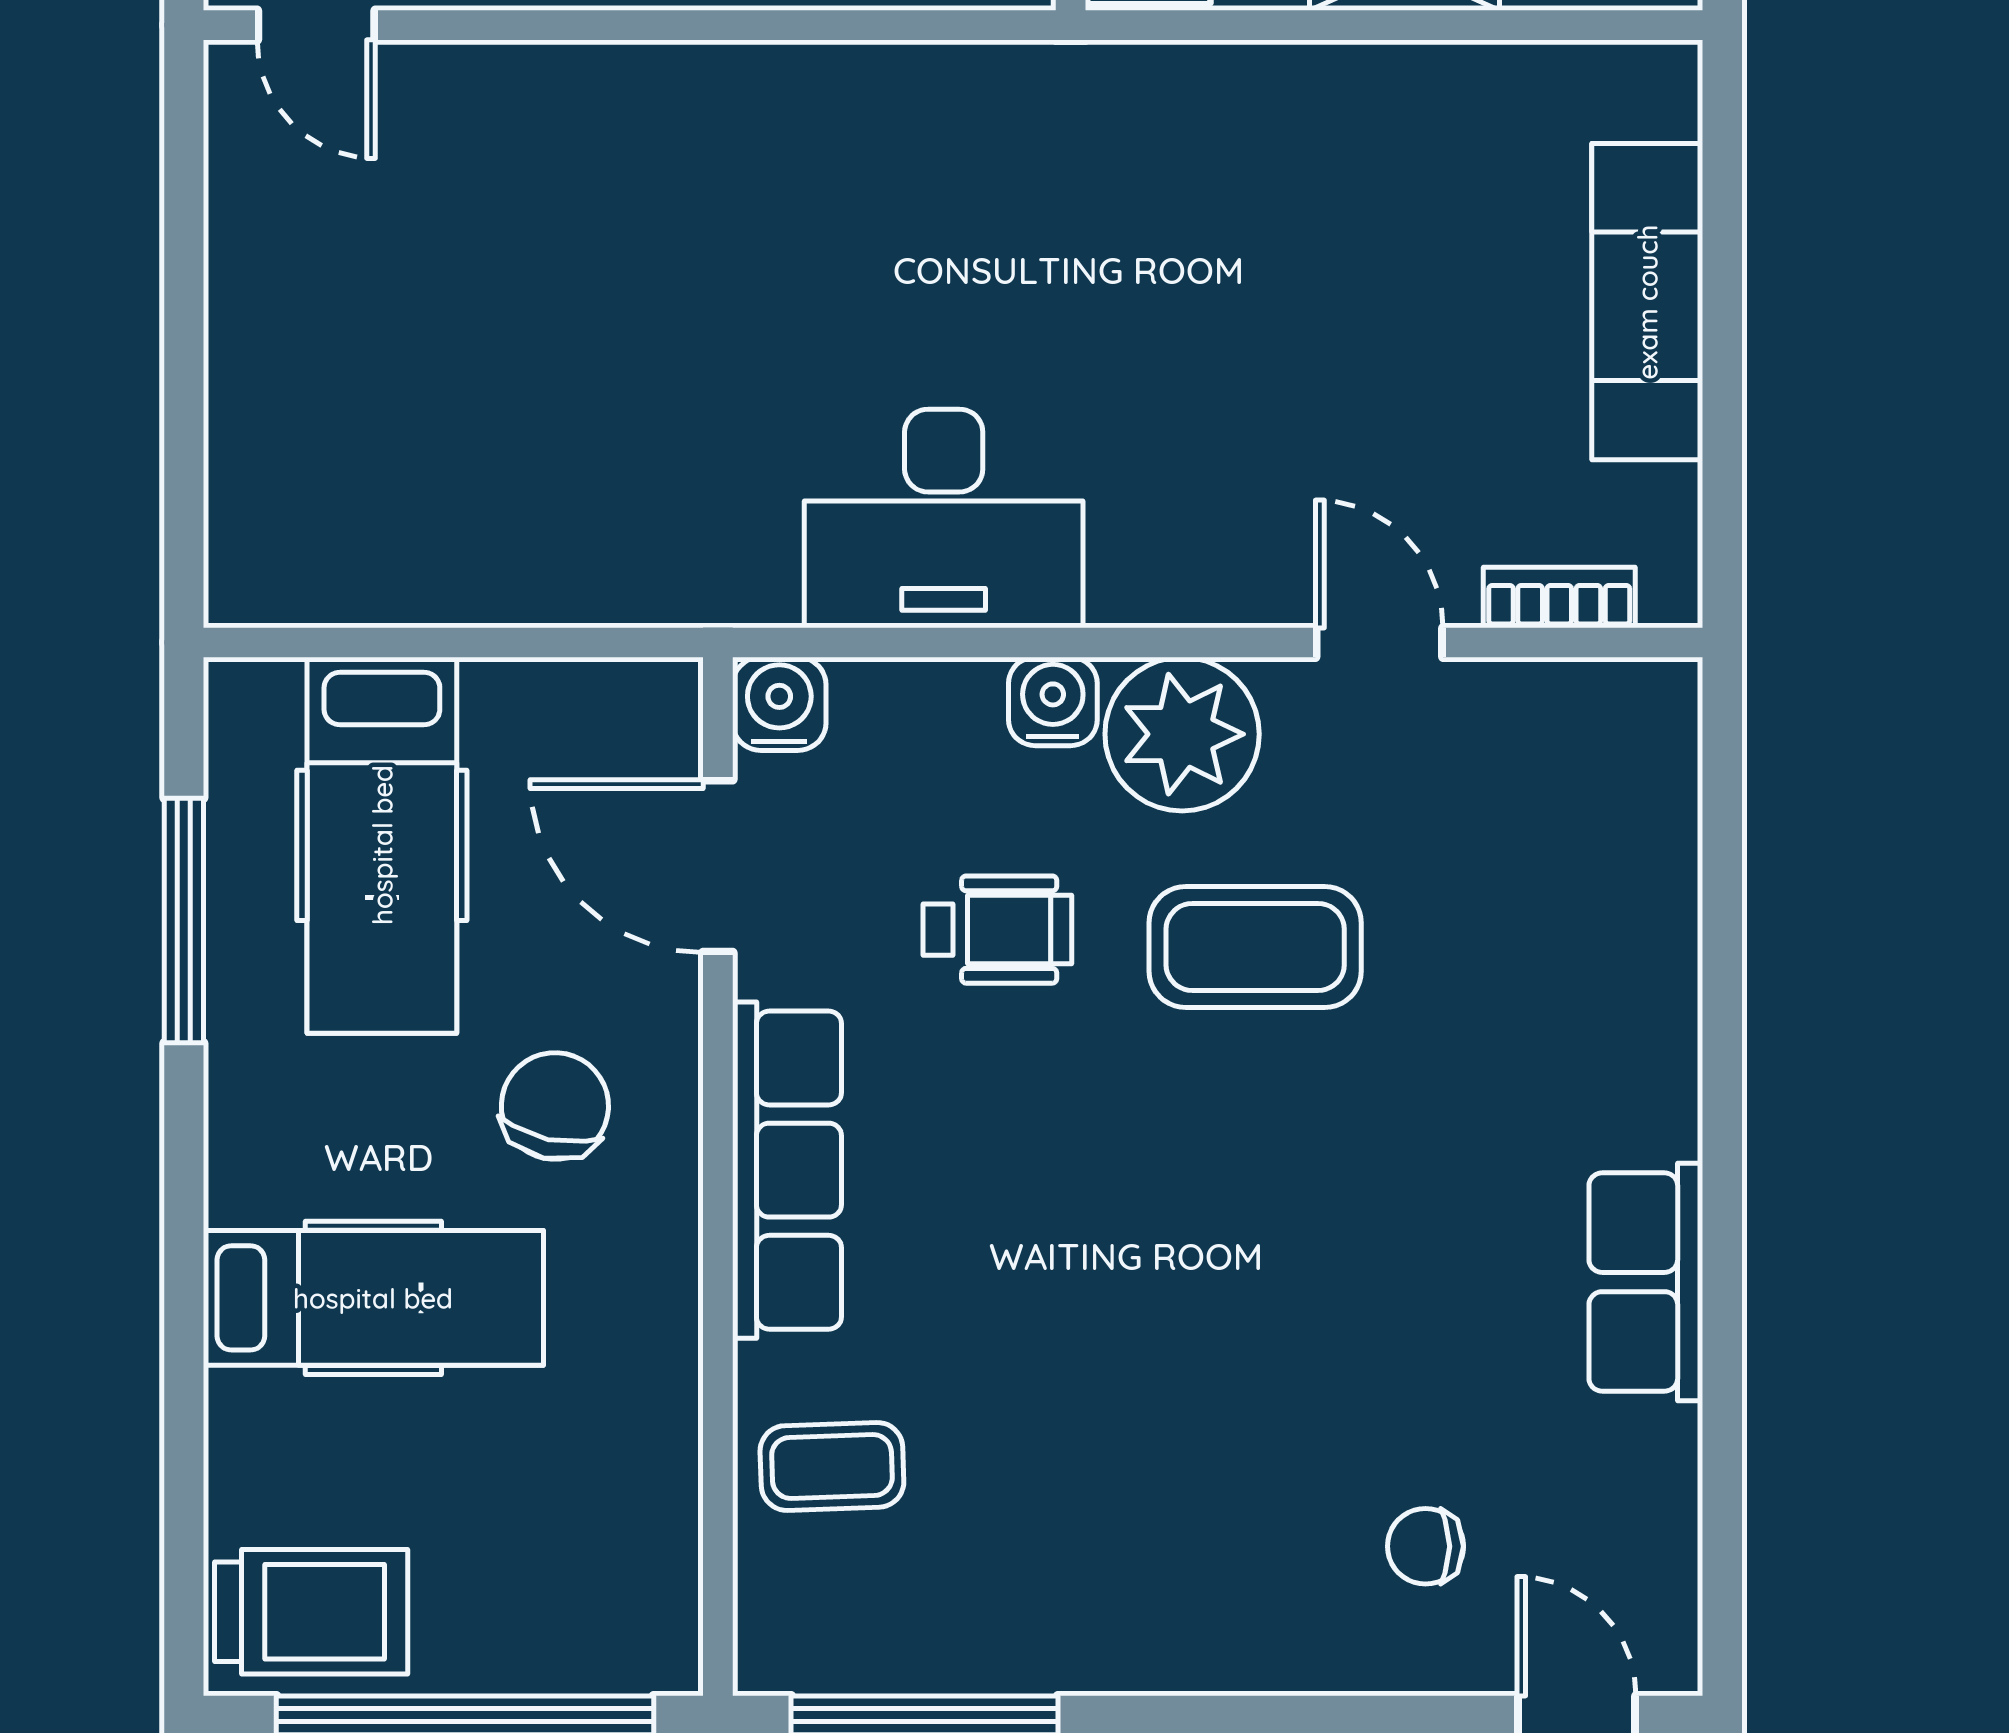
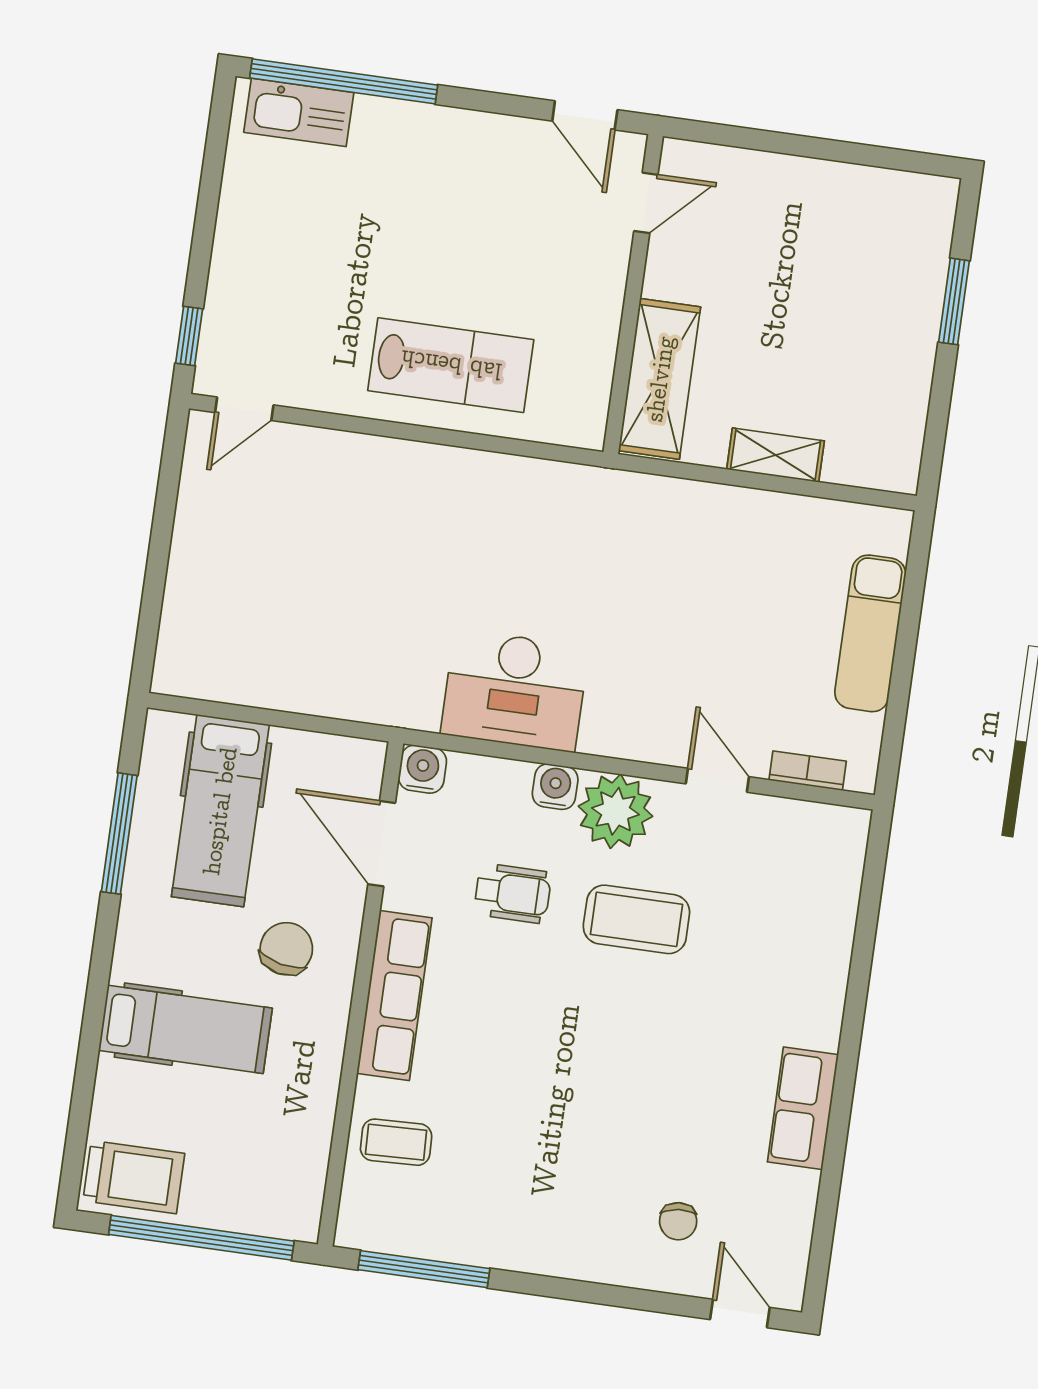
door: (316, 25) -> (244, 409), hinge flipped
chair: (1425, 1546) -> (678, 1221), turned -96

